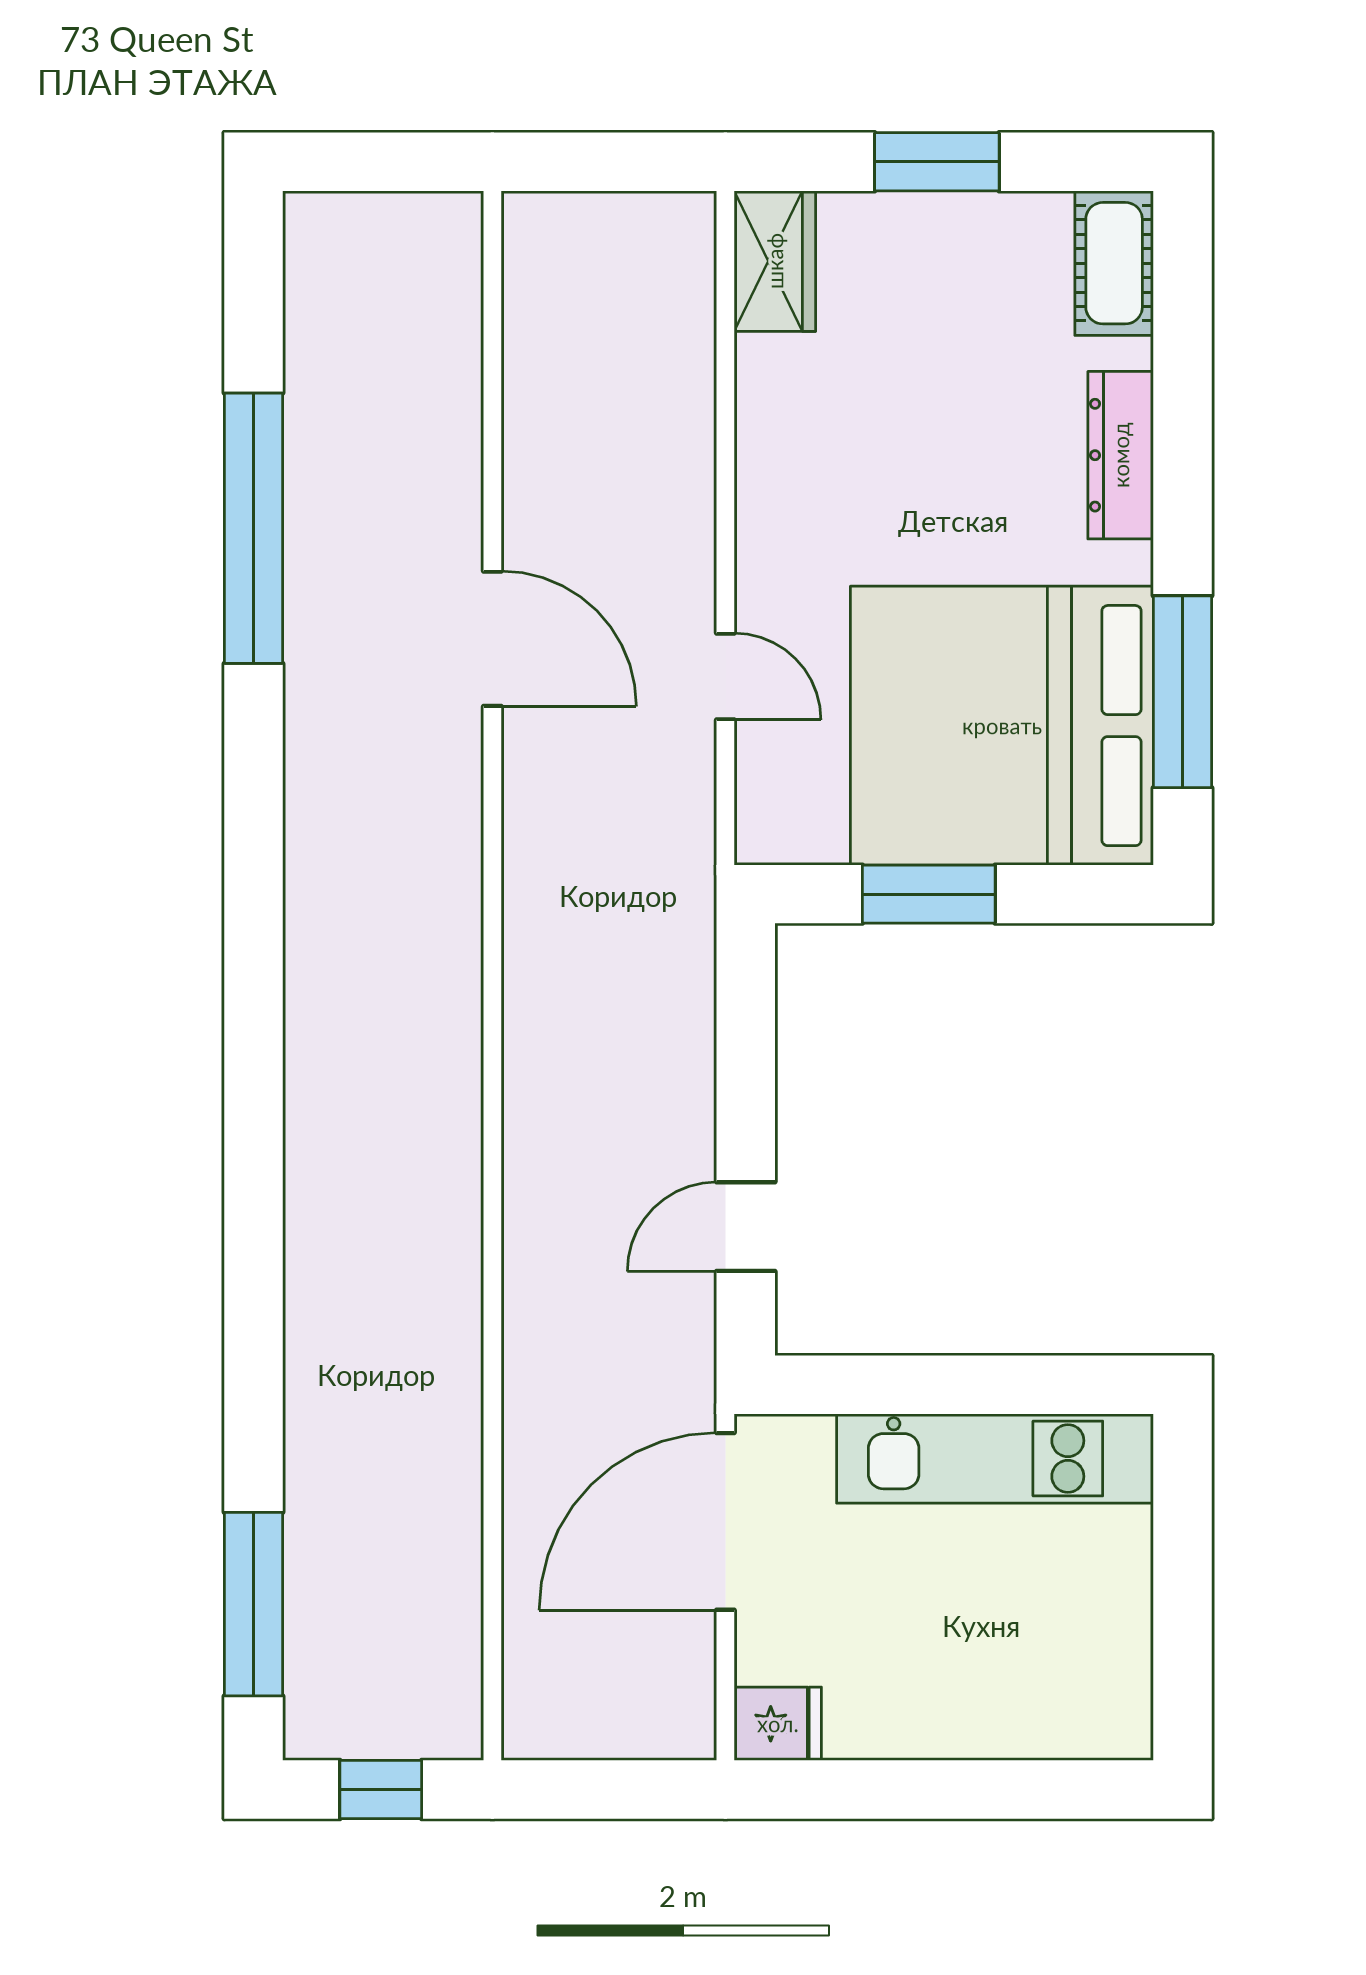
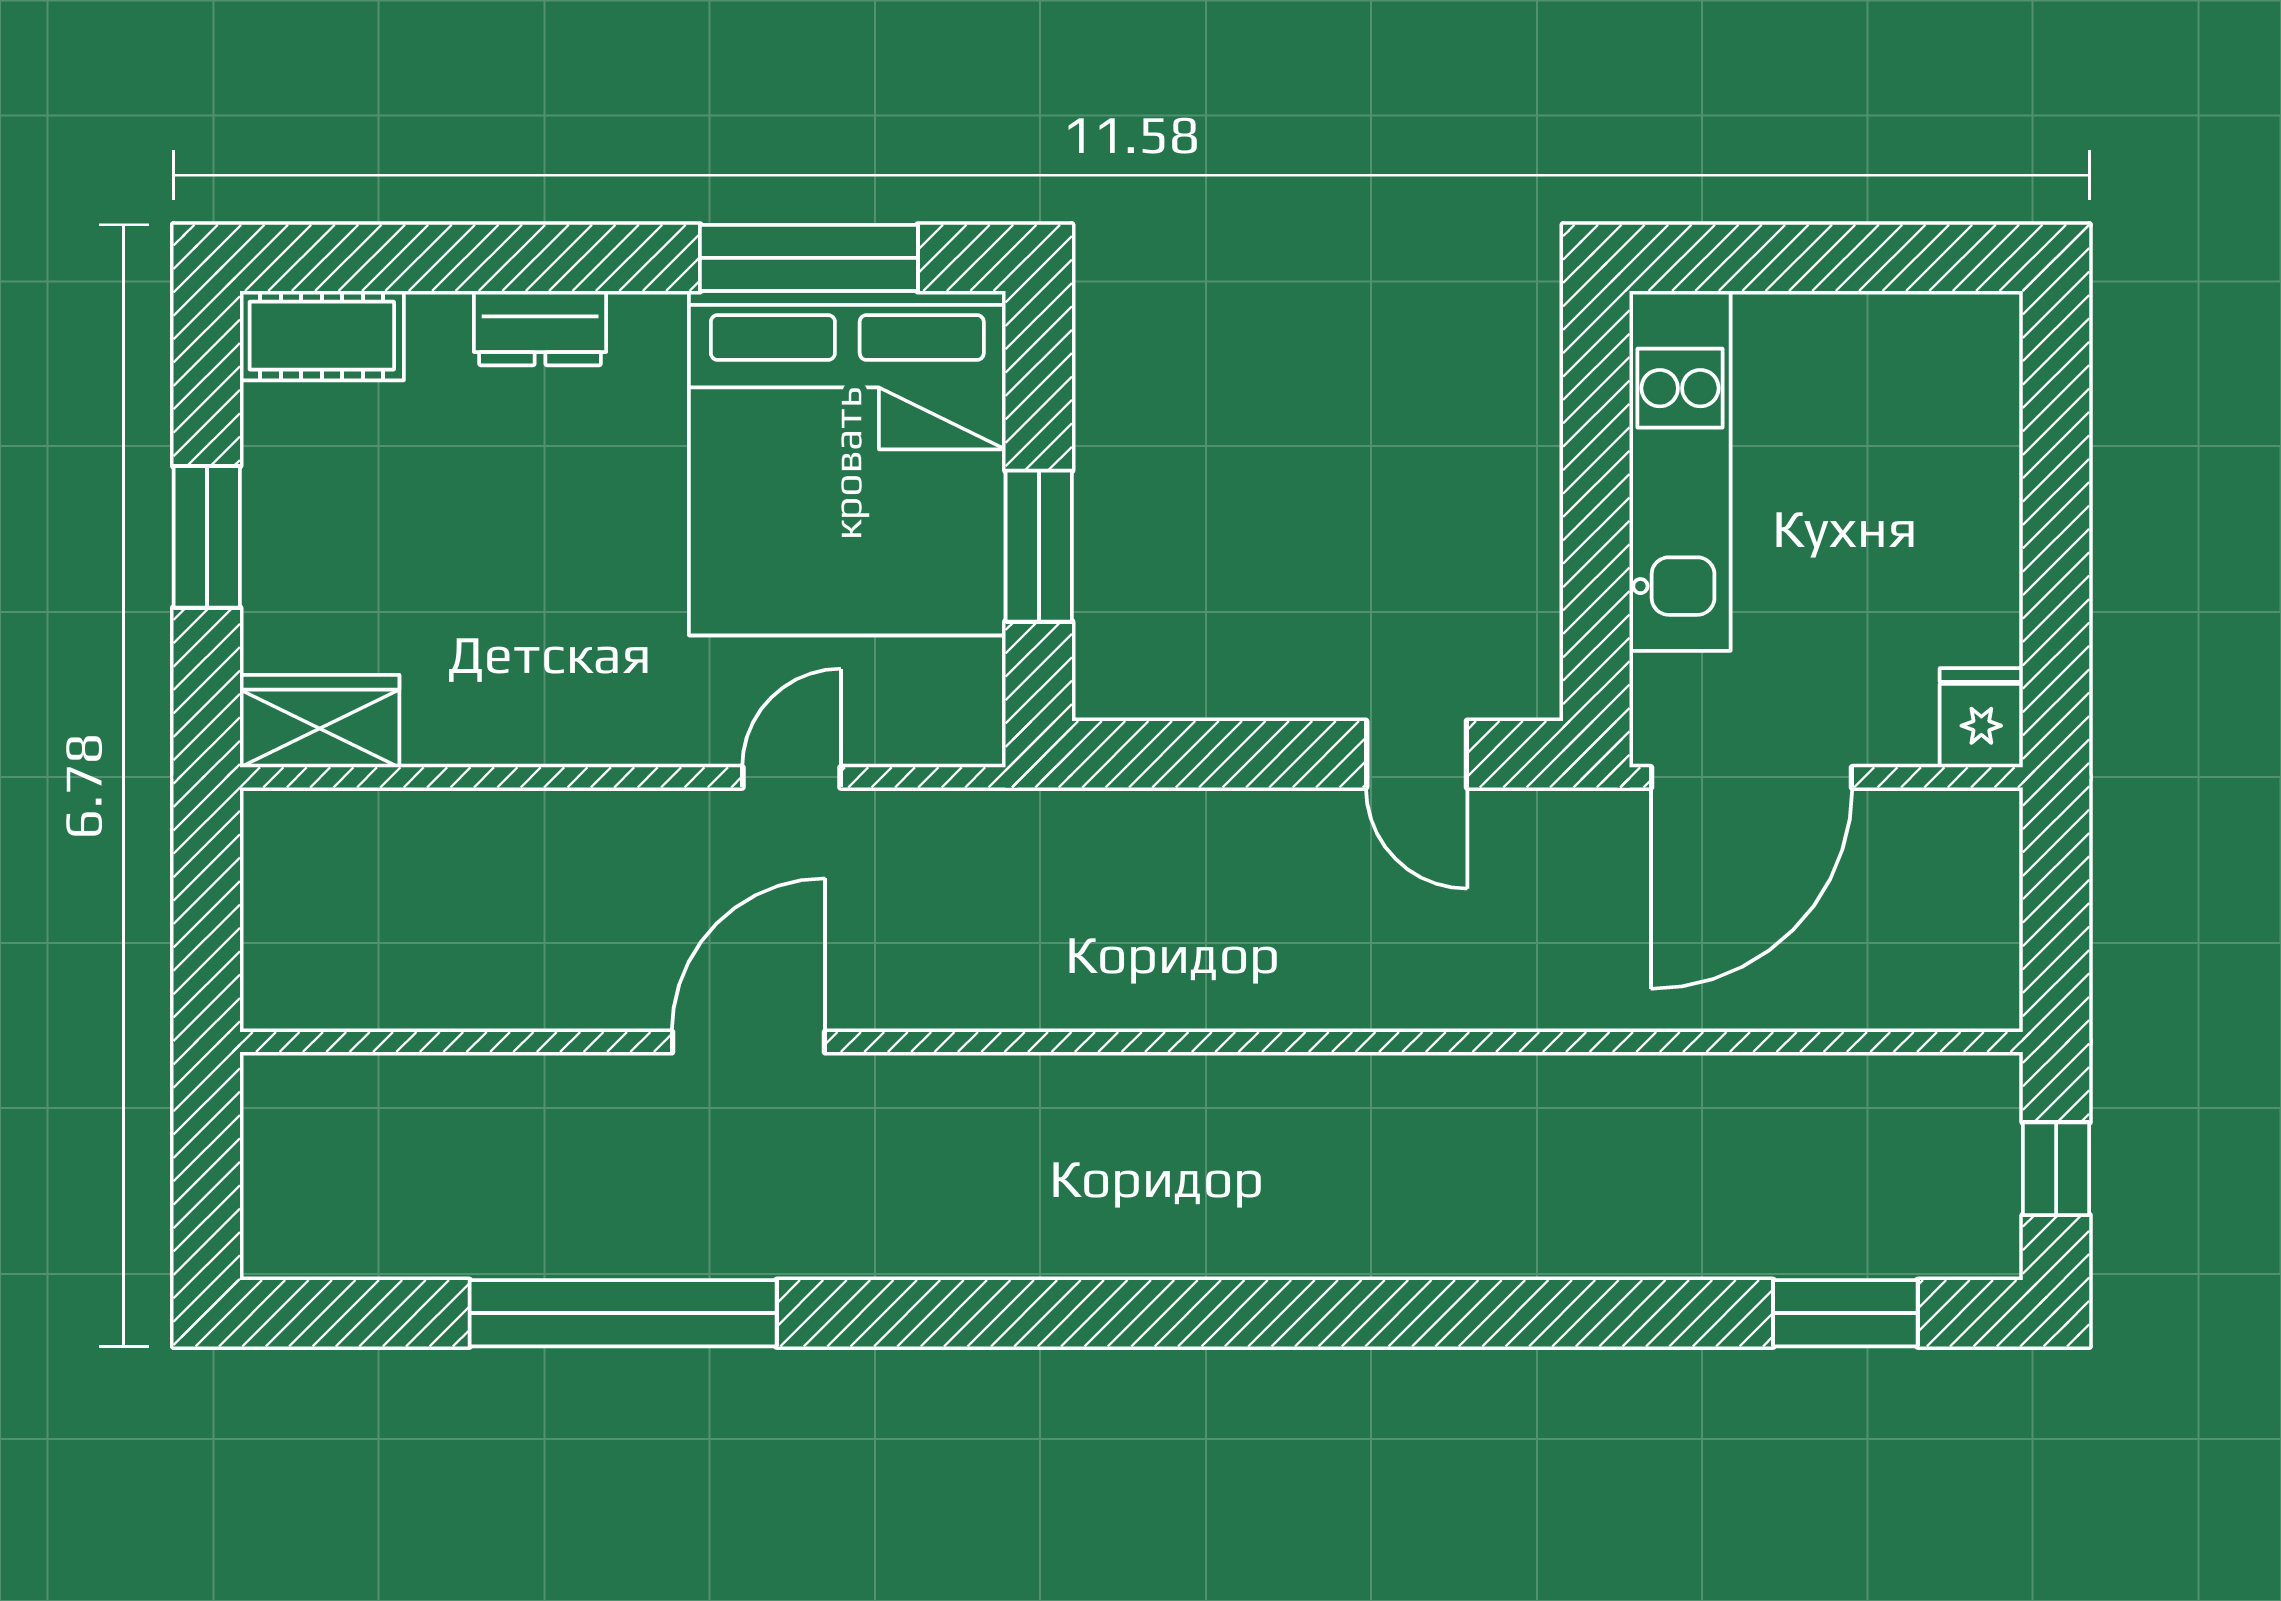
dresser: (1121, 455) -> (540, 328), width x0.70
door: (725, 1521) -> (1751, 777), hinge flipped
window: (254, 1604) -> (1845, 1313), width x0.69

